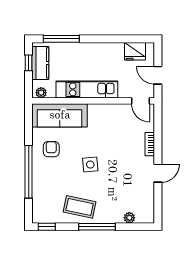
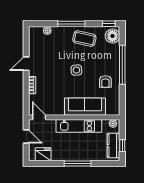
window: (61, 39) -> (78, 163), moved
sofa: (60, 115) -> (85, 107), moved
floor lamp: (42, 210) -> (112, 36), added

